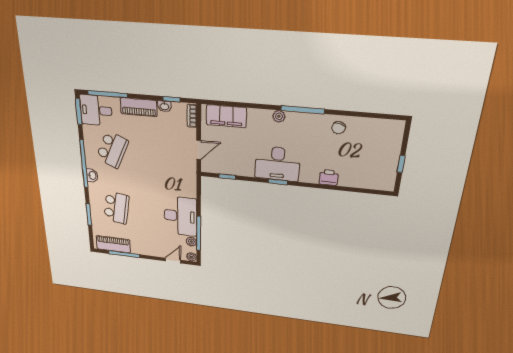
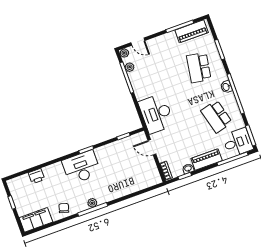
filing cabinet: (226, 116) -> (36, 220), moved
plant: (279, 116) -> (92, 203), moved
school desk: (112, 150) -> (217, 117), turned -39
door: (199, 150) -> (152, 147), hinge flipped
desk: (277, 164) -> (81, 167), moved
printer: (329, 178) -> (37, 176), moved
desk: (180, 216) -> (156, 114), moved
door: (173, 261) -> (138, 42), hinge flipped

